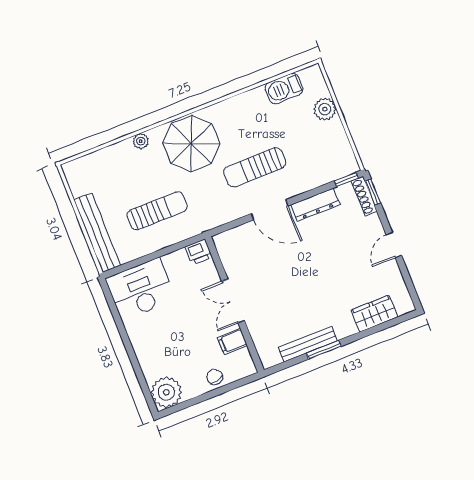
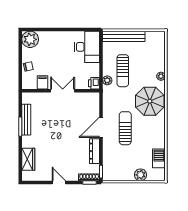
plant: (185, 231) -> (107, 80), added

